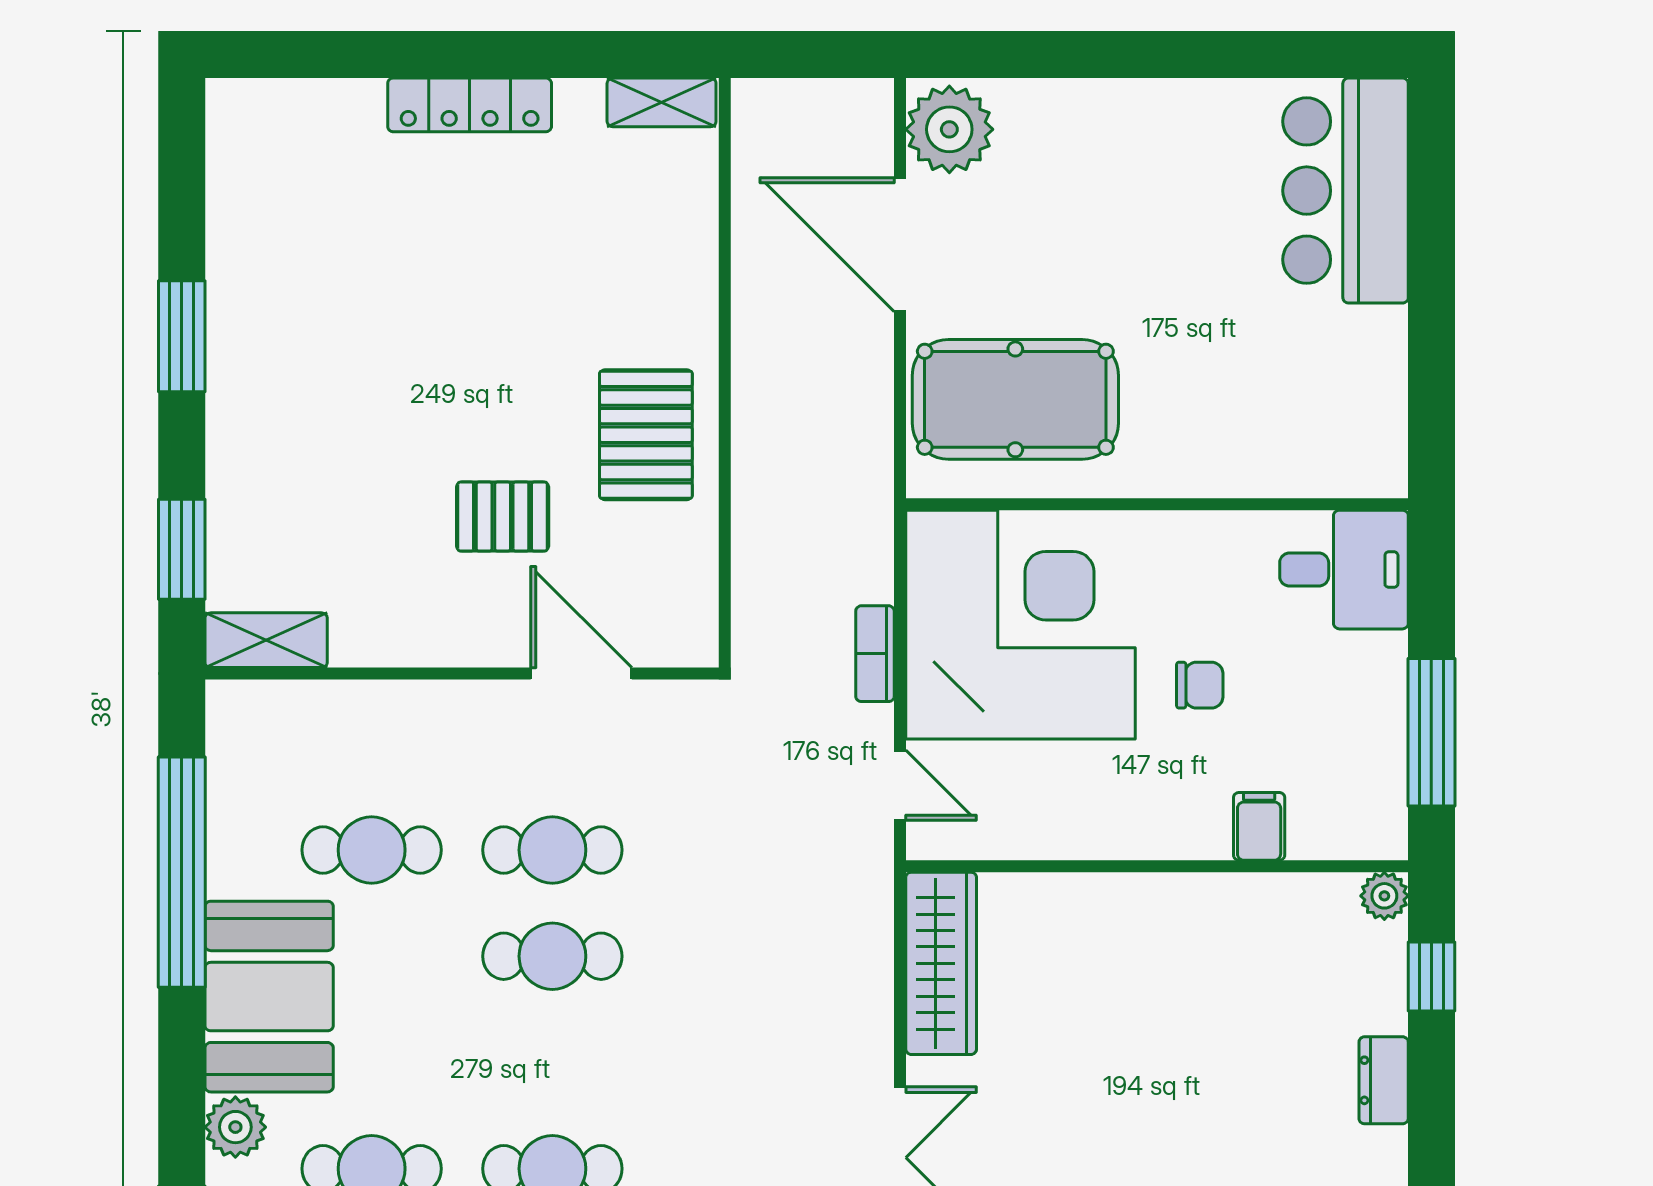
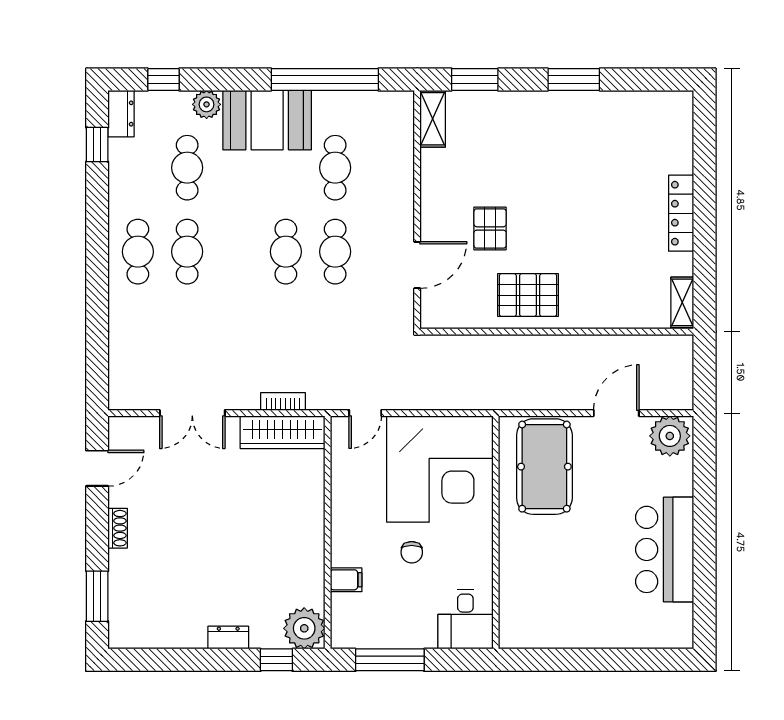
bar counter: (1345, 191) -> (665, 549), moved, turned -90
door: (900, 245) -> (616, 413), width x0.73
bookcase: (875, 654) -> (283, 401), moved
plant: (1384, 896) -> (304, 628), width x1.88, depth x1.88

